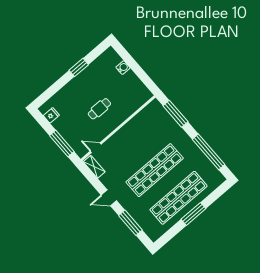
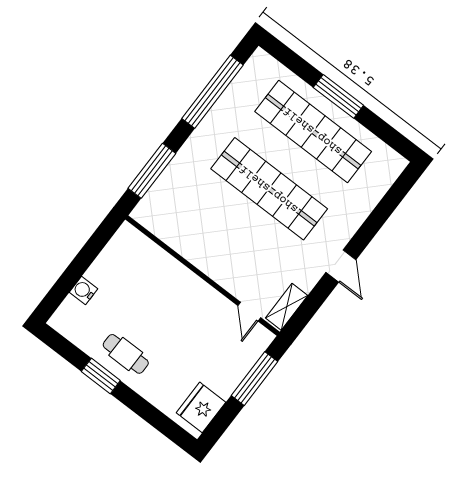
cafe table: (99, 109) -> (126, 354), moved
fridge: (51, 115) -> (201, 407), width x1.88, depth x1.34
window: (131, 223) -> (381, 214), removed

